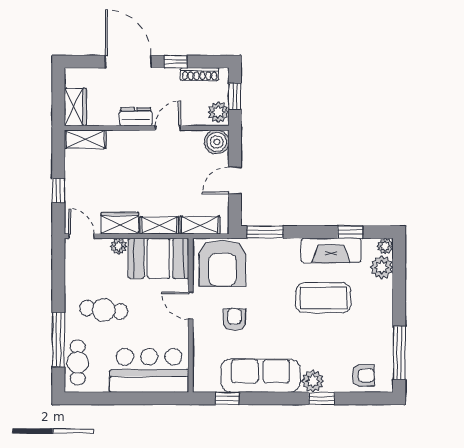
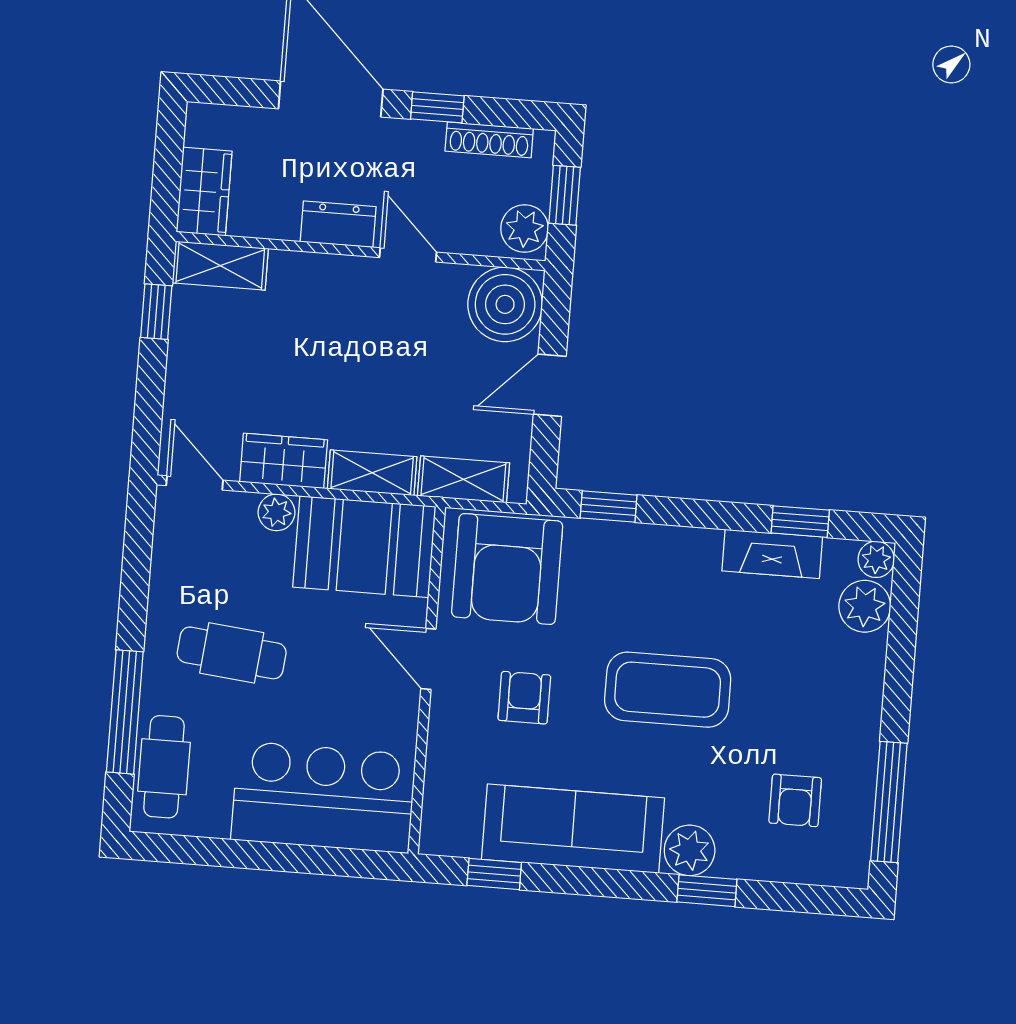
door: (168, 128) -> (408, 255), hinge flipped
boiler: (217, 142) -> (505, 304), width x1.37, depth x1.37
window: (58, 191) -> (156, 312), moved
window: (265, 232) -> (609, 506), width x0.67
fireplace: (331, 250) -> (772, 554), width x0.73, depth x0.76
coffee table: (323, 298) -> (668, 690), moved
armchair: (363, 376) -> (795, 800), moved, turned 90

